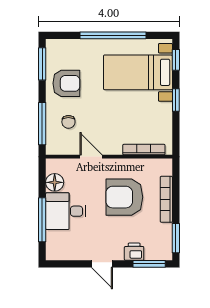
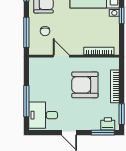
floor lamp: (55, 182) -> (35, 74), removed
desk: (66, 211) -> (43, 115), moved
printer: (134, 252) -> (108, 124), moved

